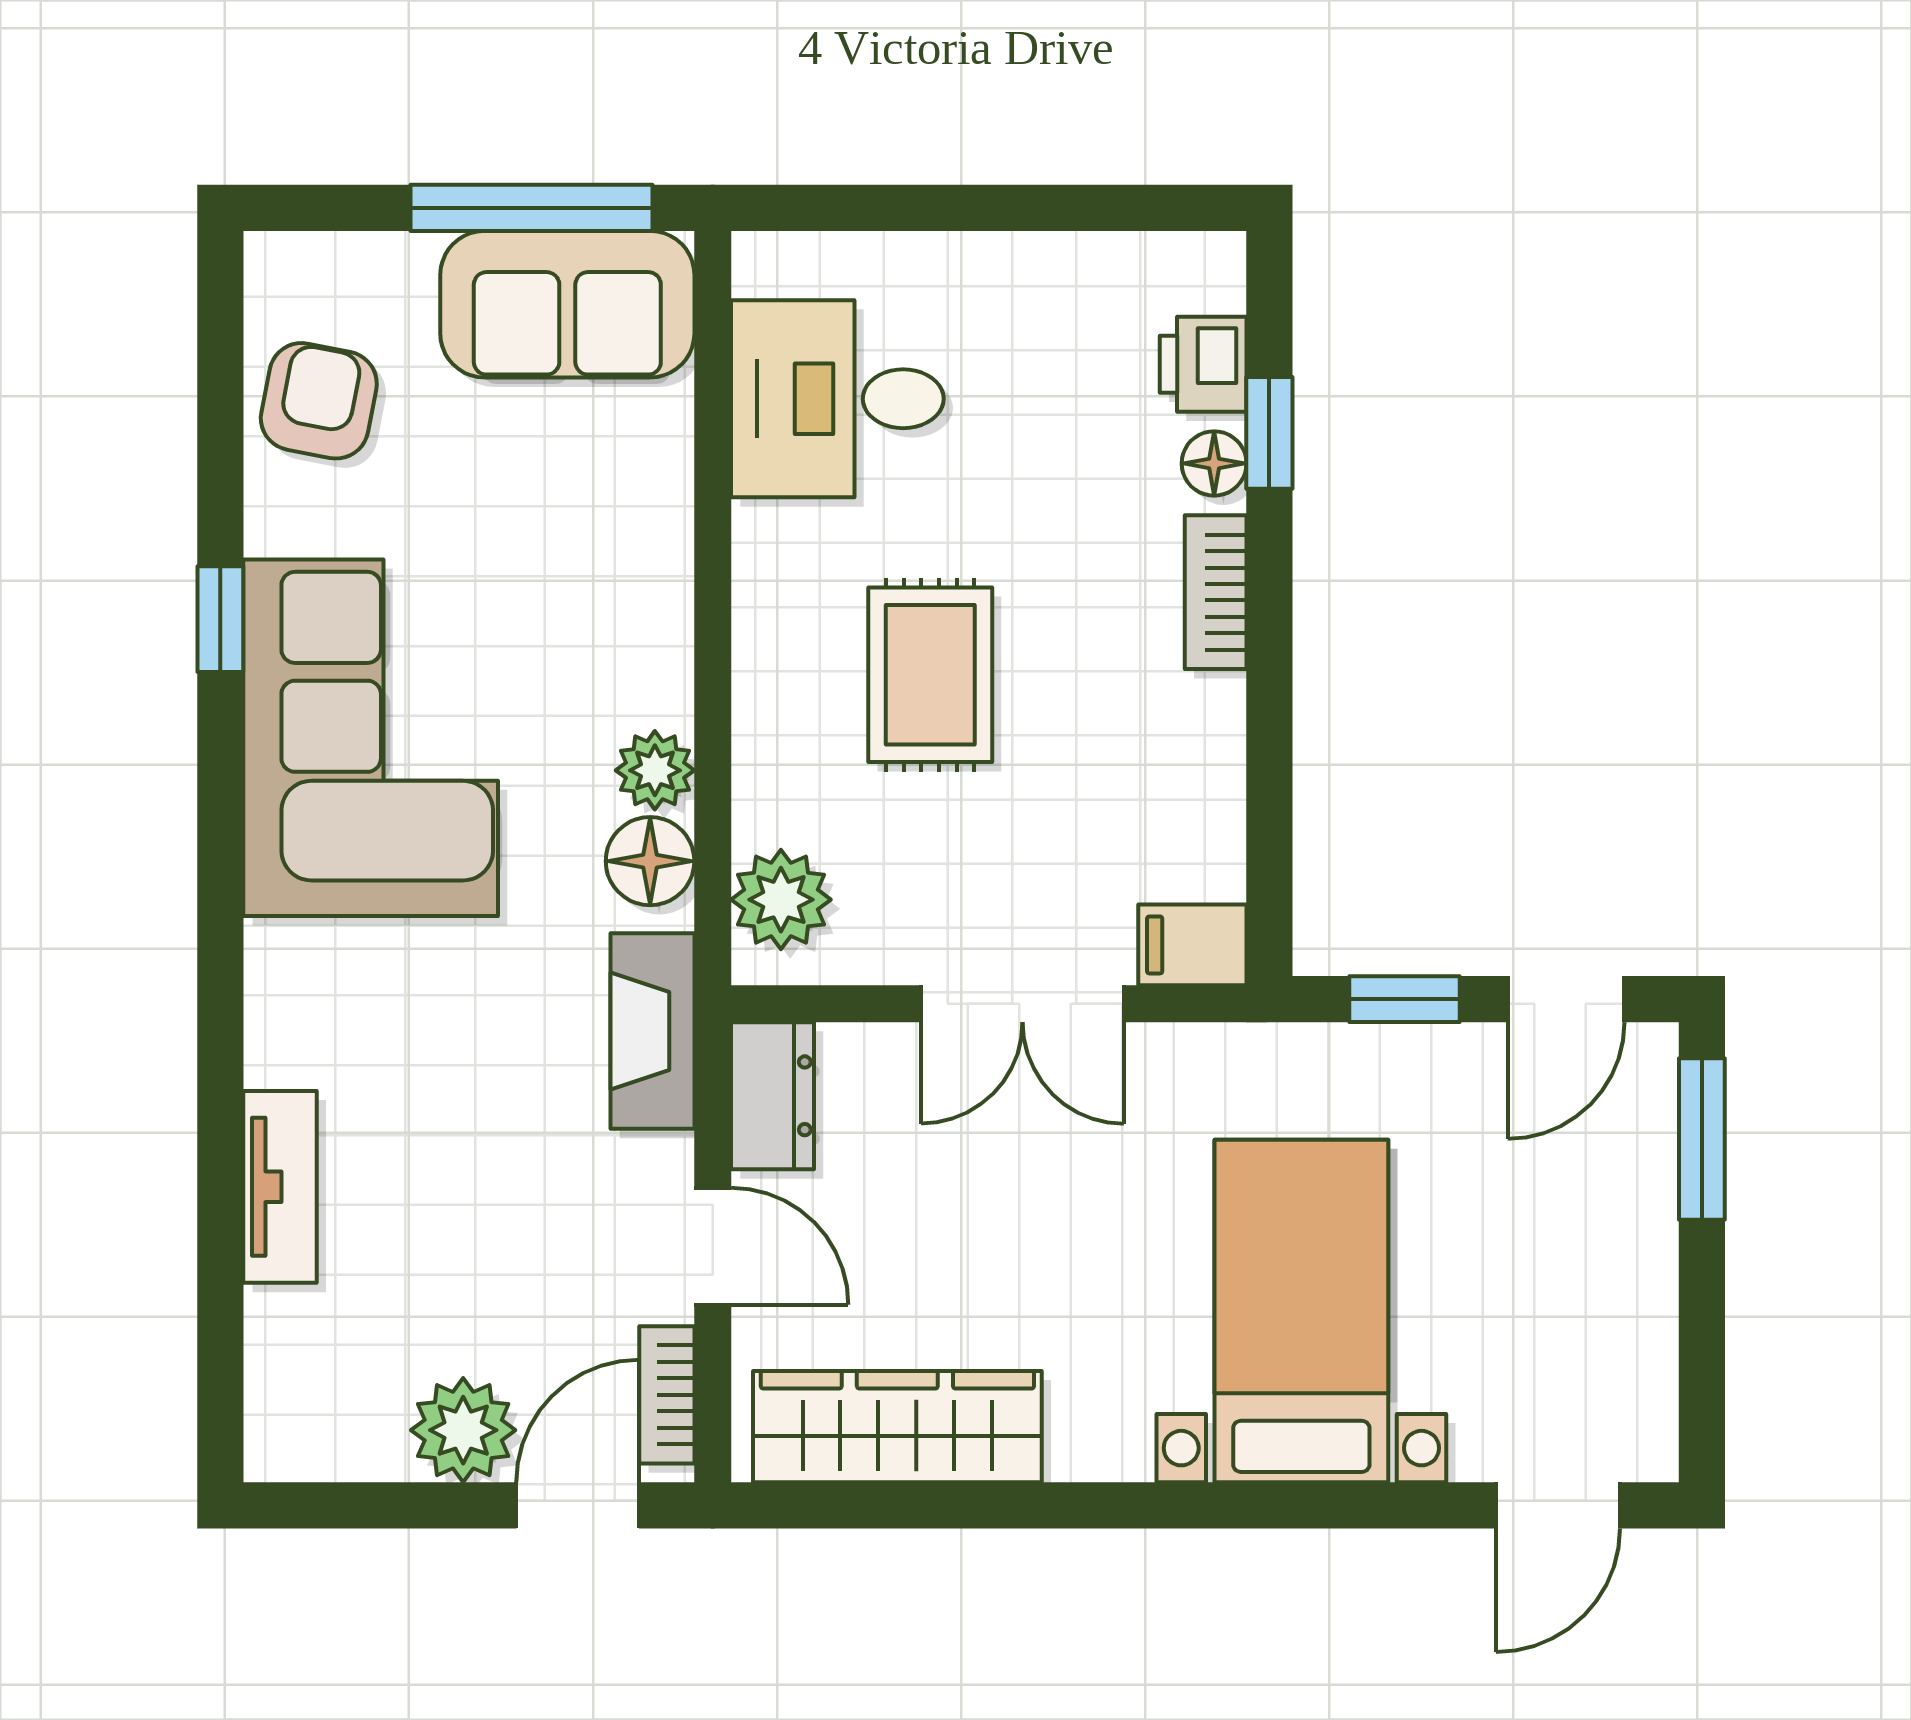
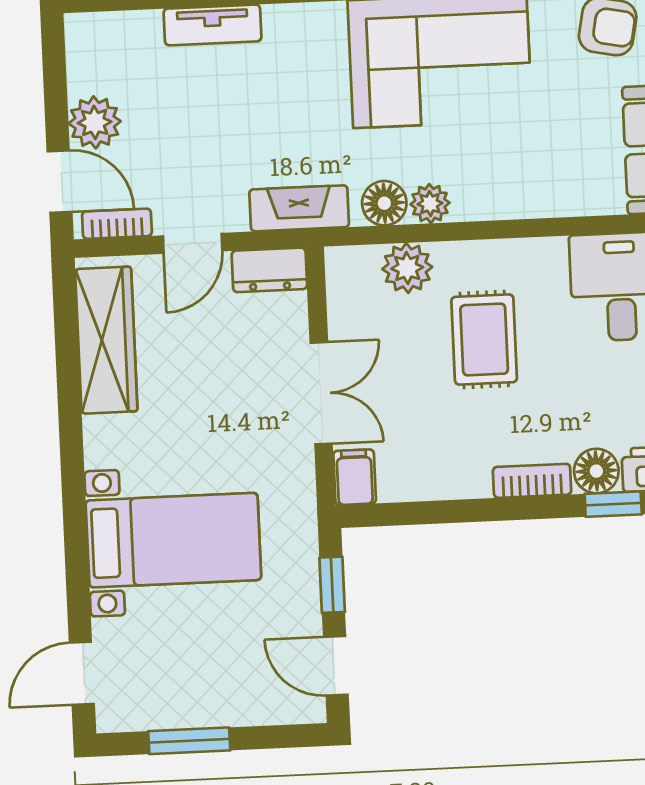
floor lamp: (1214, 463) -> (596, 471), width x1.37, depth x1.37
rug: (930, 675) -> (484, 339), turned 90
plant: (781, 900) -> (407, 268), moved
double door: (1022, 1004) -> (321, 393), swing flipped
window: (1702, 1139) -> (189, 741), moved
door: (1558, 1505) -> (82, 673), hinge flipped

